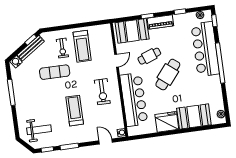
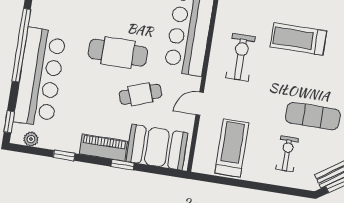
treadmill: (82, 46) -> (232, 148), moved
cafe table: (168, 75) -> (118, 53), turned 51
treadmill: (75, 111) -> (298, 39), turned 90

